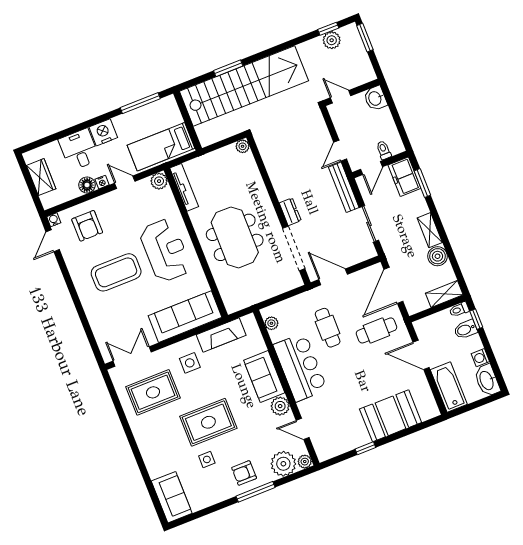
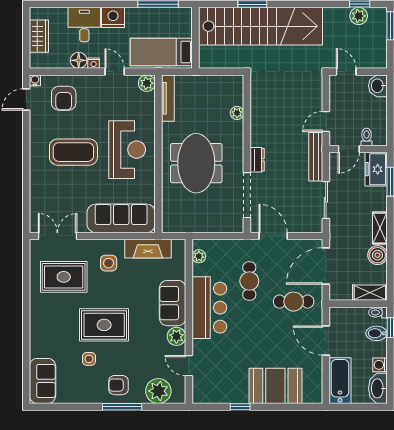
plant: (243, 146) -> (237, 113), moved
plant: (305, 462) -> (179, 397), removed

